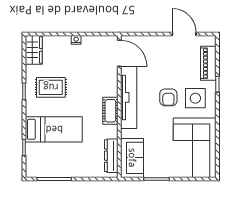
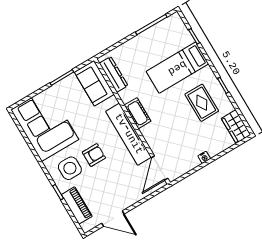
door: (119, 53) -> (160, 168), hinge flipped
rug: (51, 87) -> (202, 103), turned 90
armchair: (168, 97) -> (94, 155), turned 90

